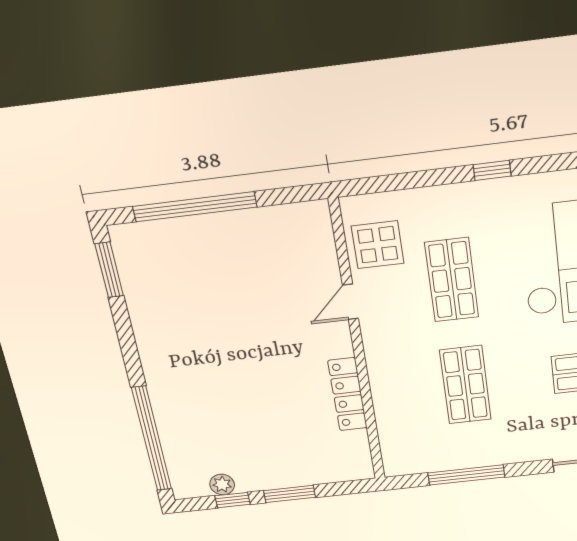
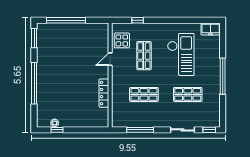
window: (492, 170) -> (138, 20), moved
shop shelf: (465, 385) -> (144, 94), turned 90
window: (152, 439) -> (34, 83), moved
window: (290, 494) -> (77, 130), removed

